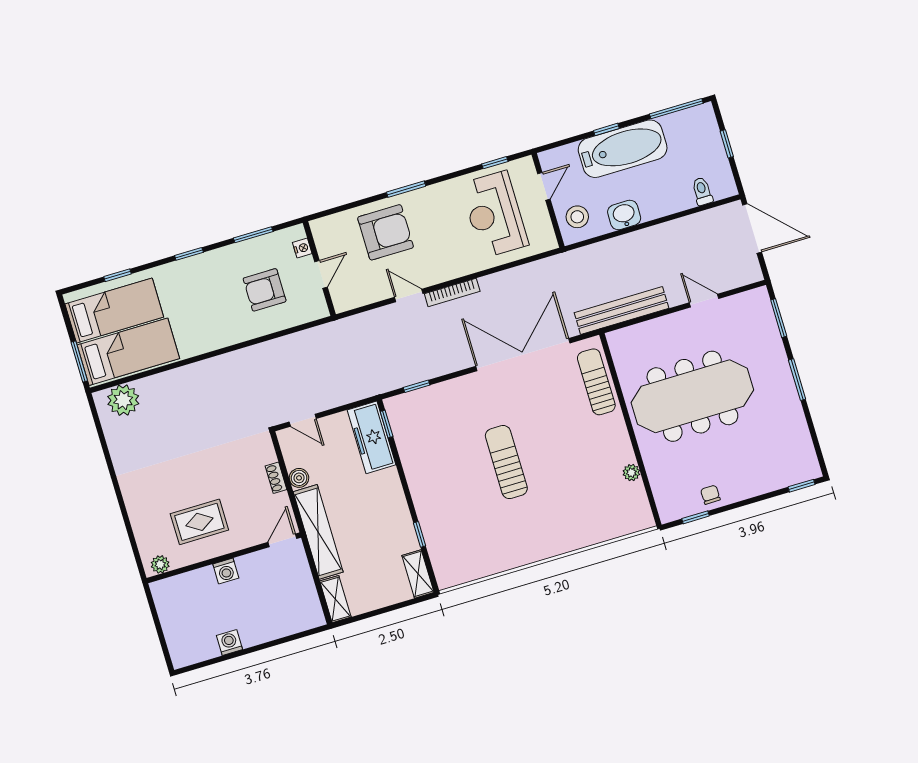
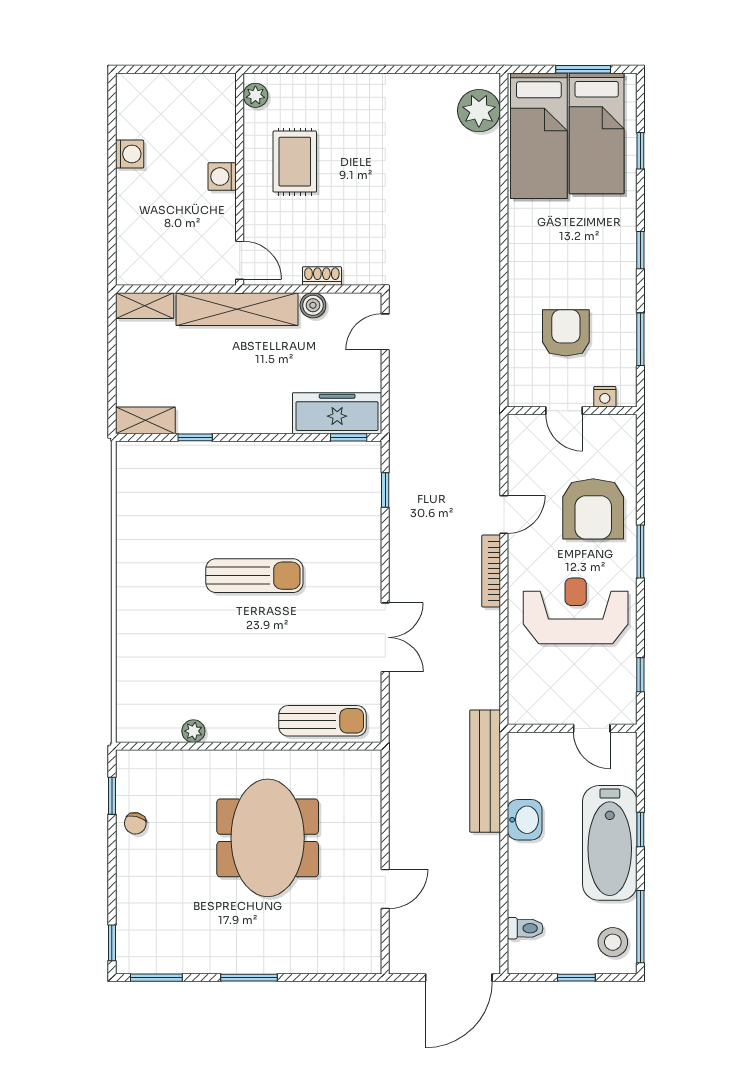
reception desk: (494, 214) -> (576, 611), moved
stool: (577, 217) -> (613, 942), moved
bench: (622, 310) -> (485, 771), moved
window: (779, 318) -> (156, 978), moved
double door: (523, 355) -> (385, 637), width x0.54
window: (79, 361) -> (583, 69), moved
meeting table: (692, 396) -> (268, 838), width x0.73
chair: (710, 495) -> (135, 823), turned 105

